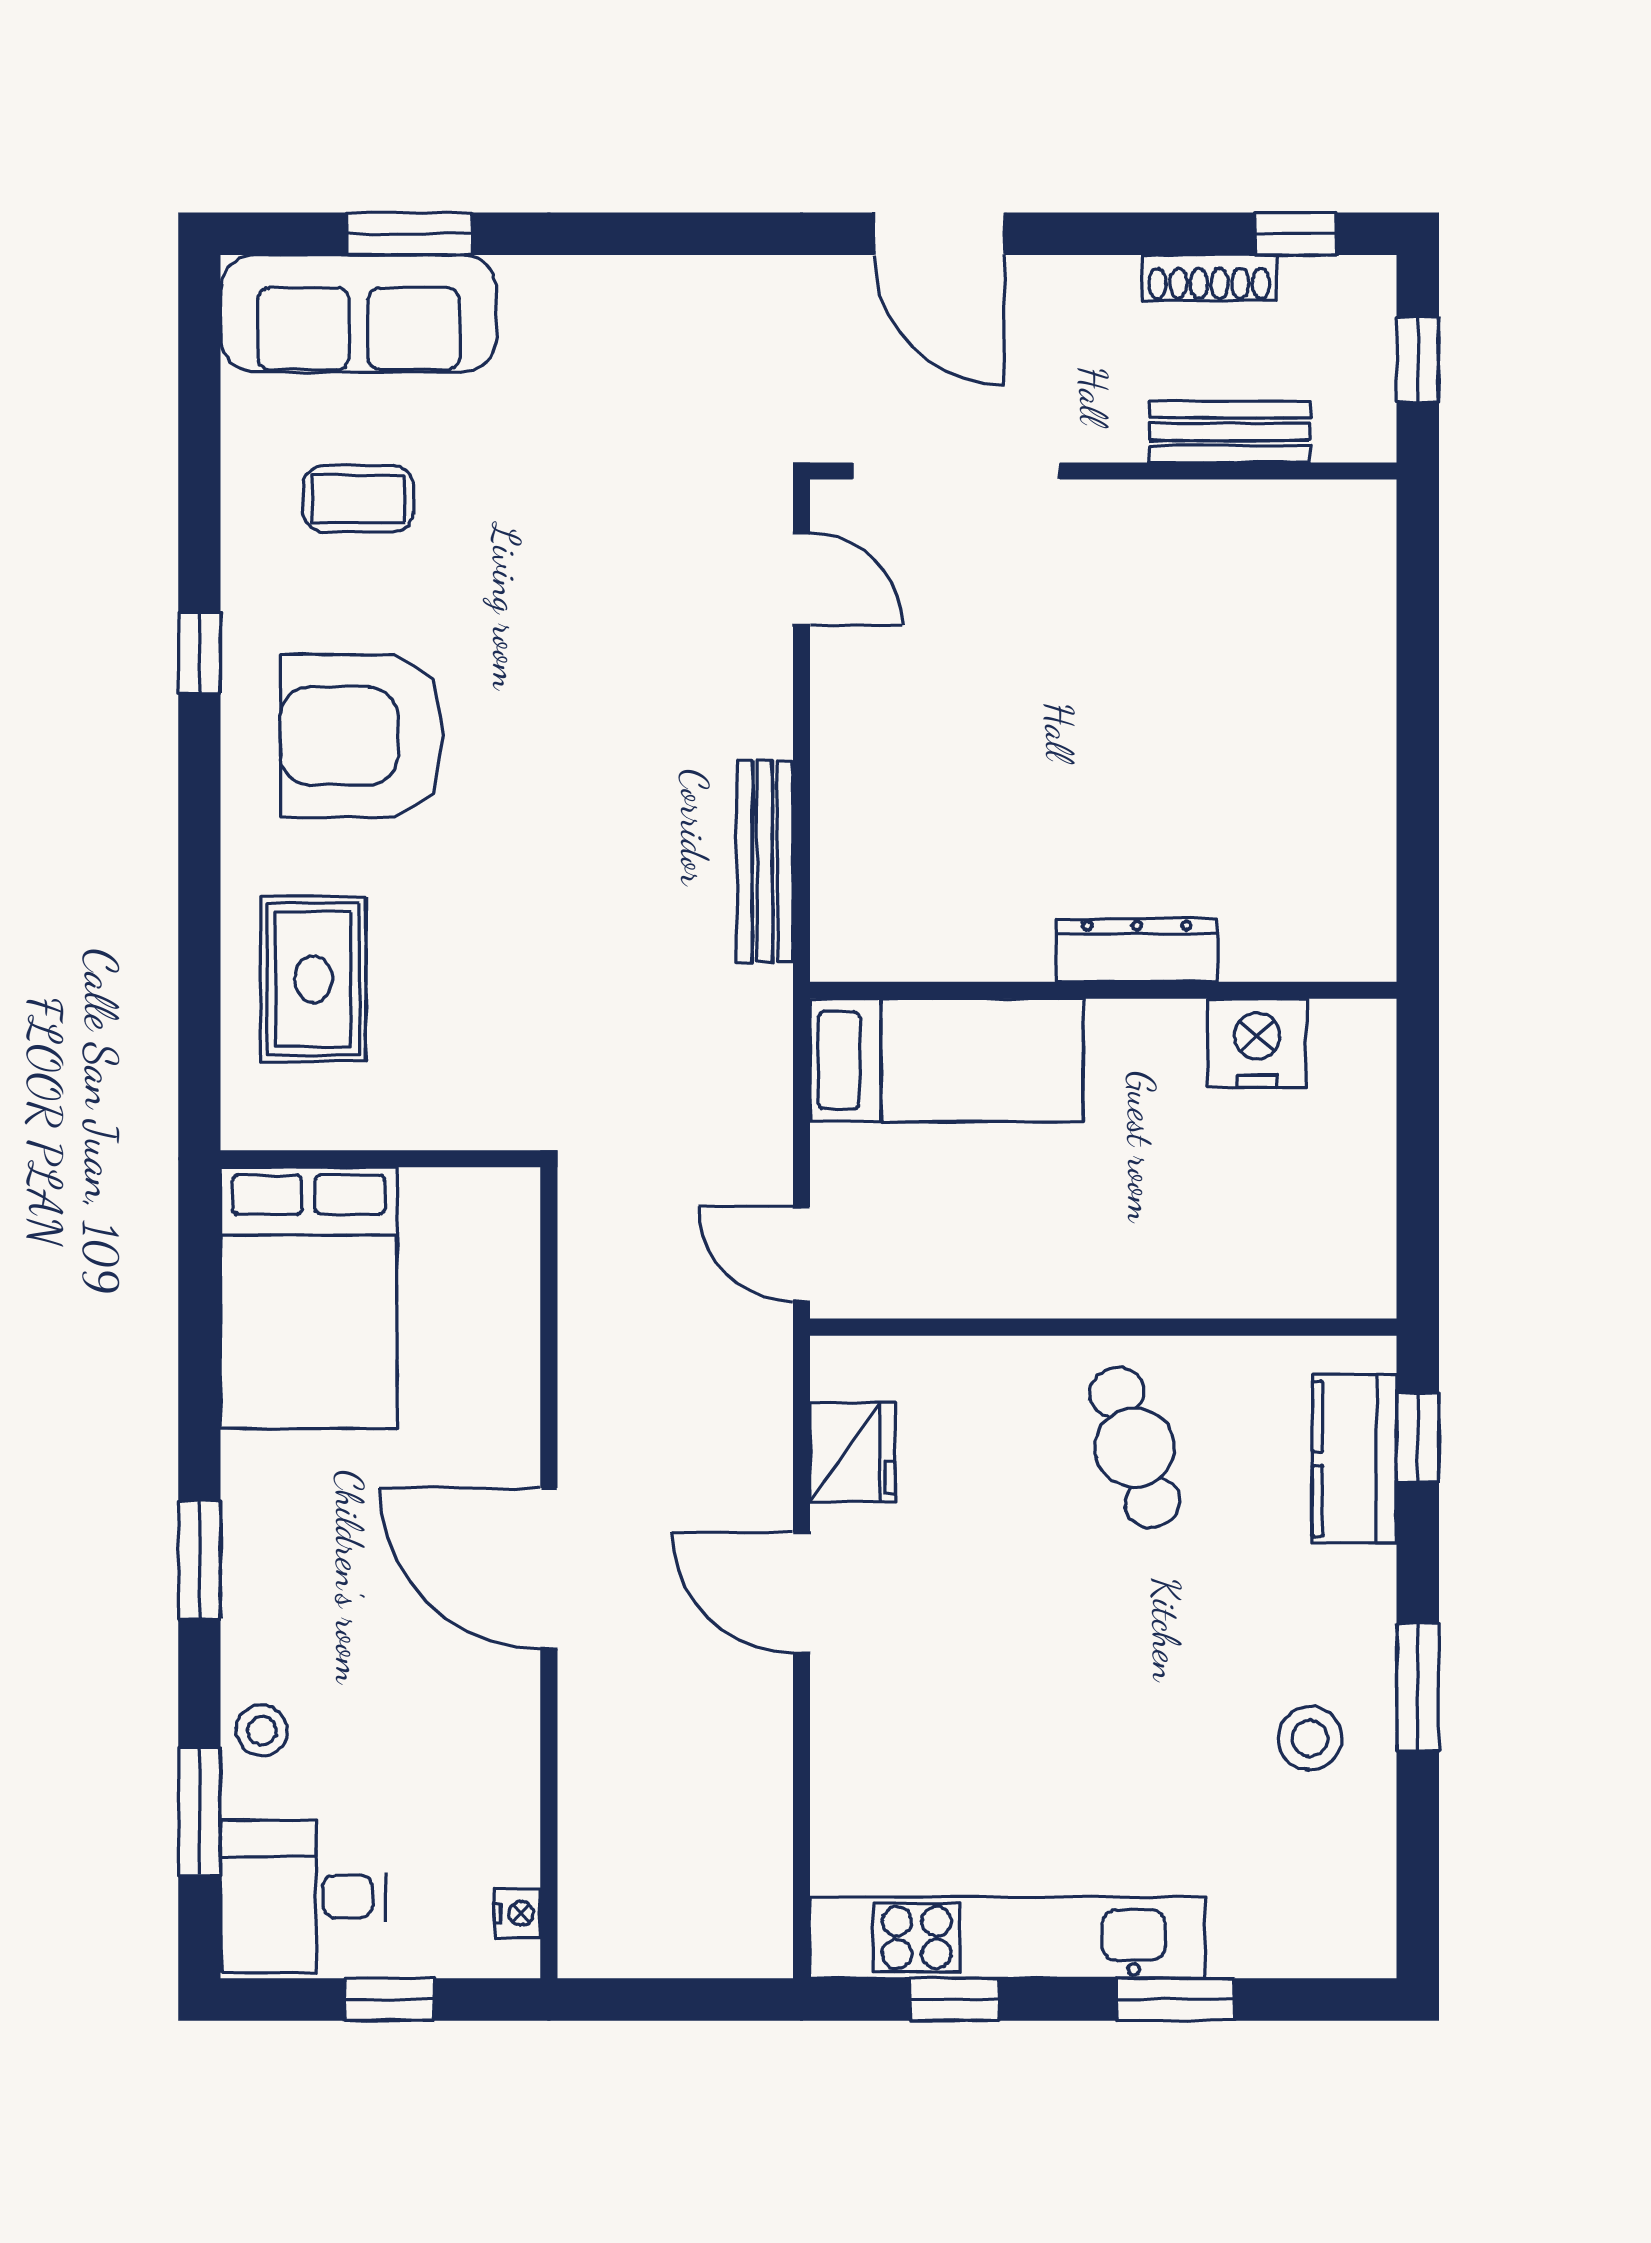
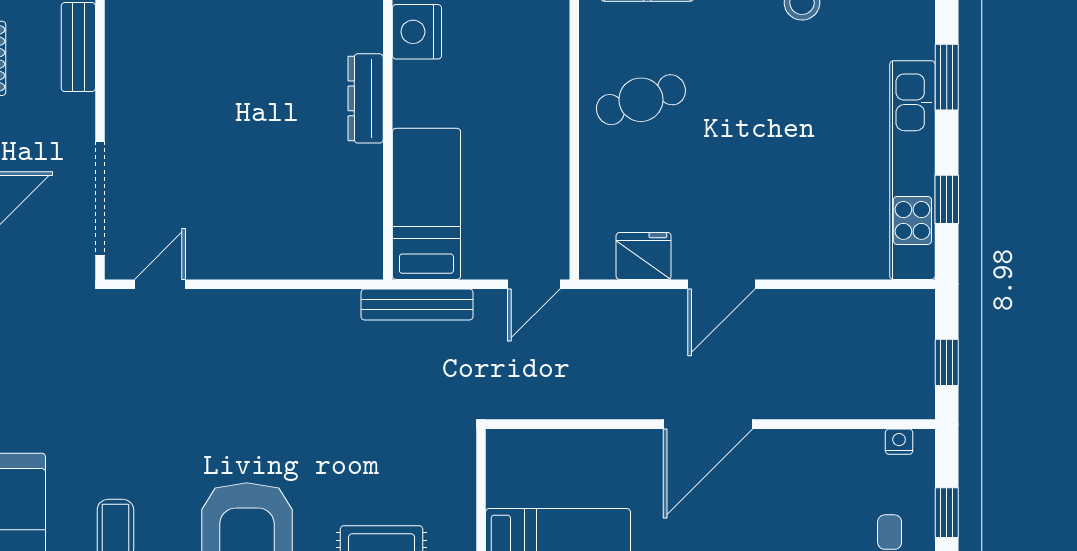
bench: (765, 862) -> (417, 305), moved
window: (661, 1999) -> (947, 362), added

